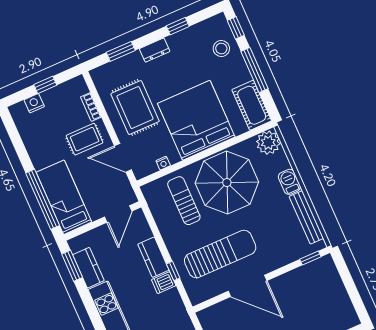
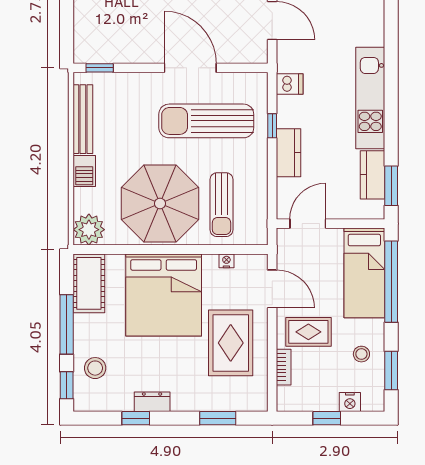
dresser: (155, 50) -> (152, 402), moved
window: (15, 138) -> (391, 371), added
stool: (41, 140) -> (361, 354), added
dishwasher: (164, 283) -> (290, 84), moved

